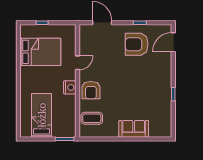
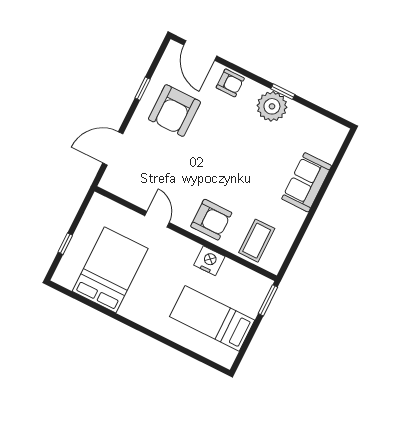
armchair: (165, 65) -> (230, 83), added
nightstand: (70, 87) -> (209, 261), moved
plant: (163, 92) -> (272, 106), added

